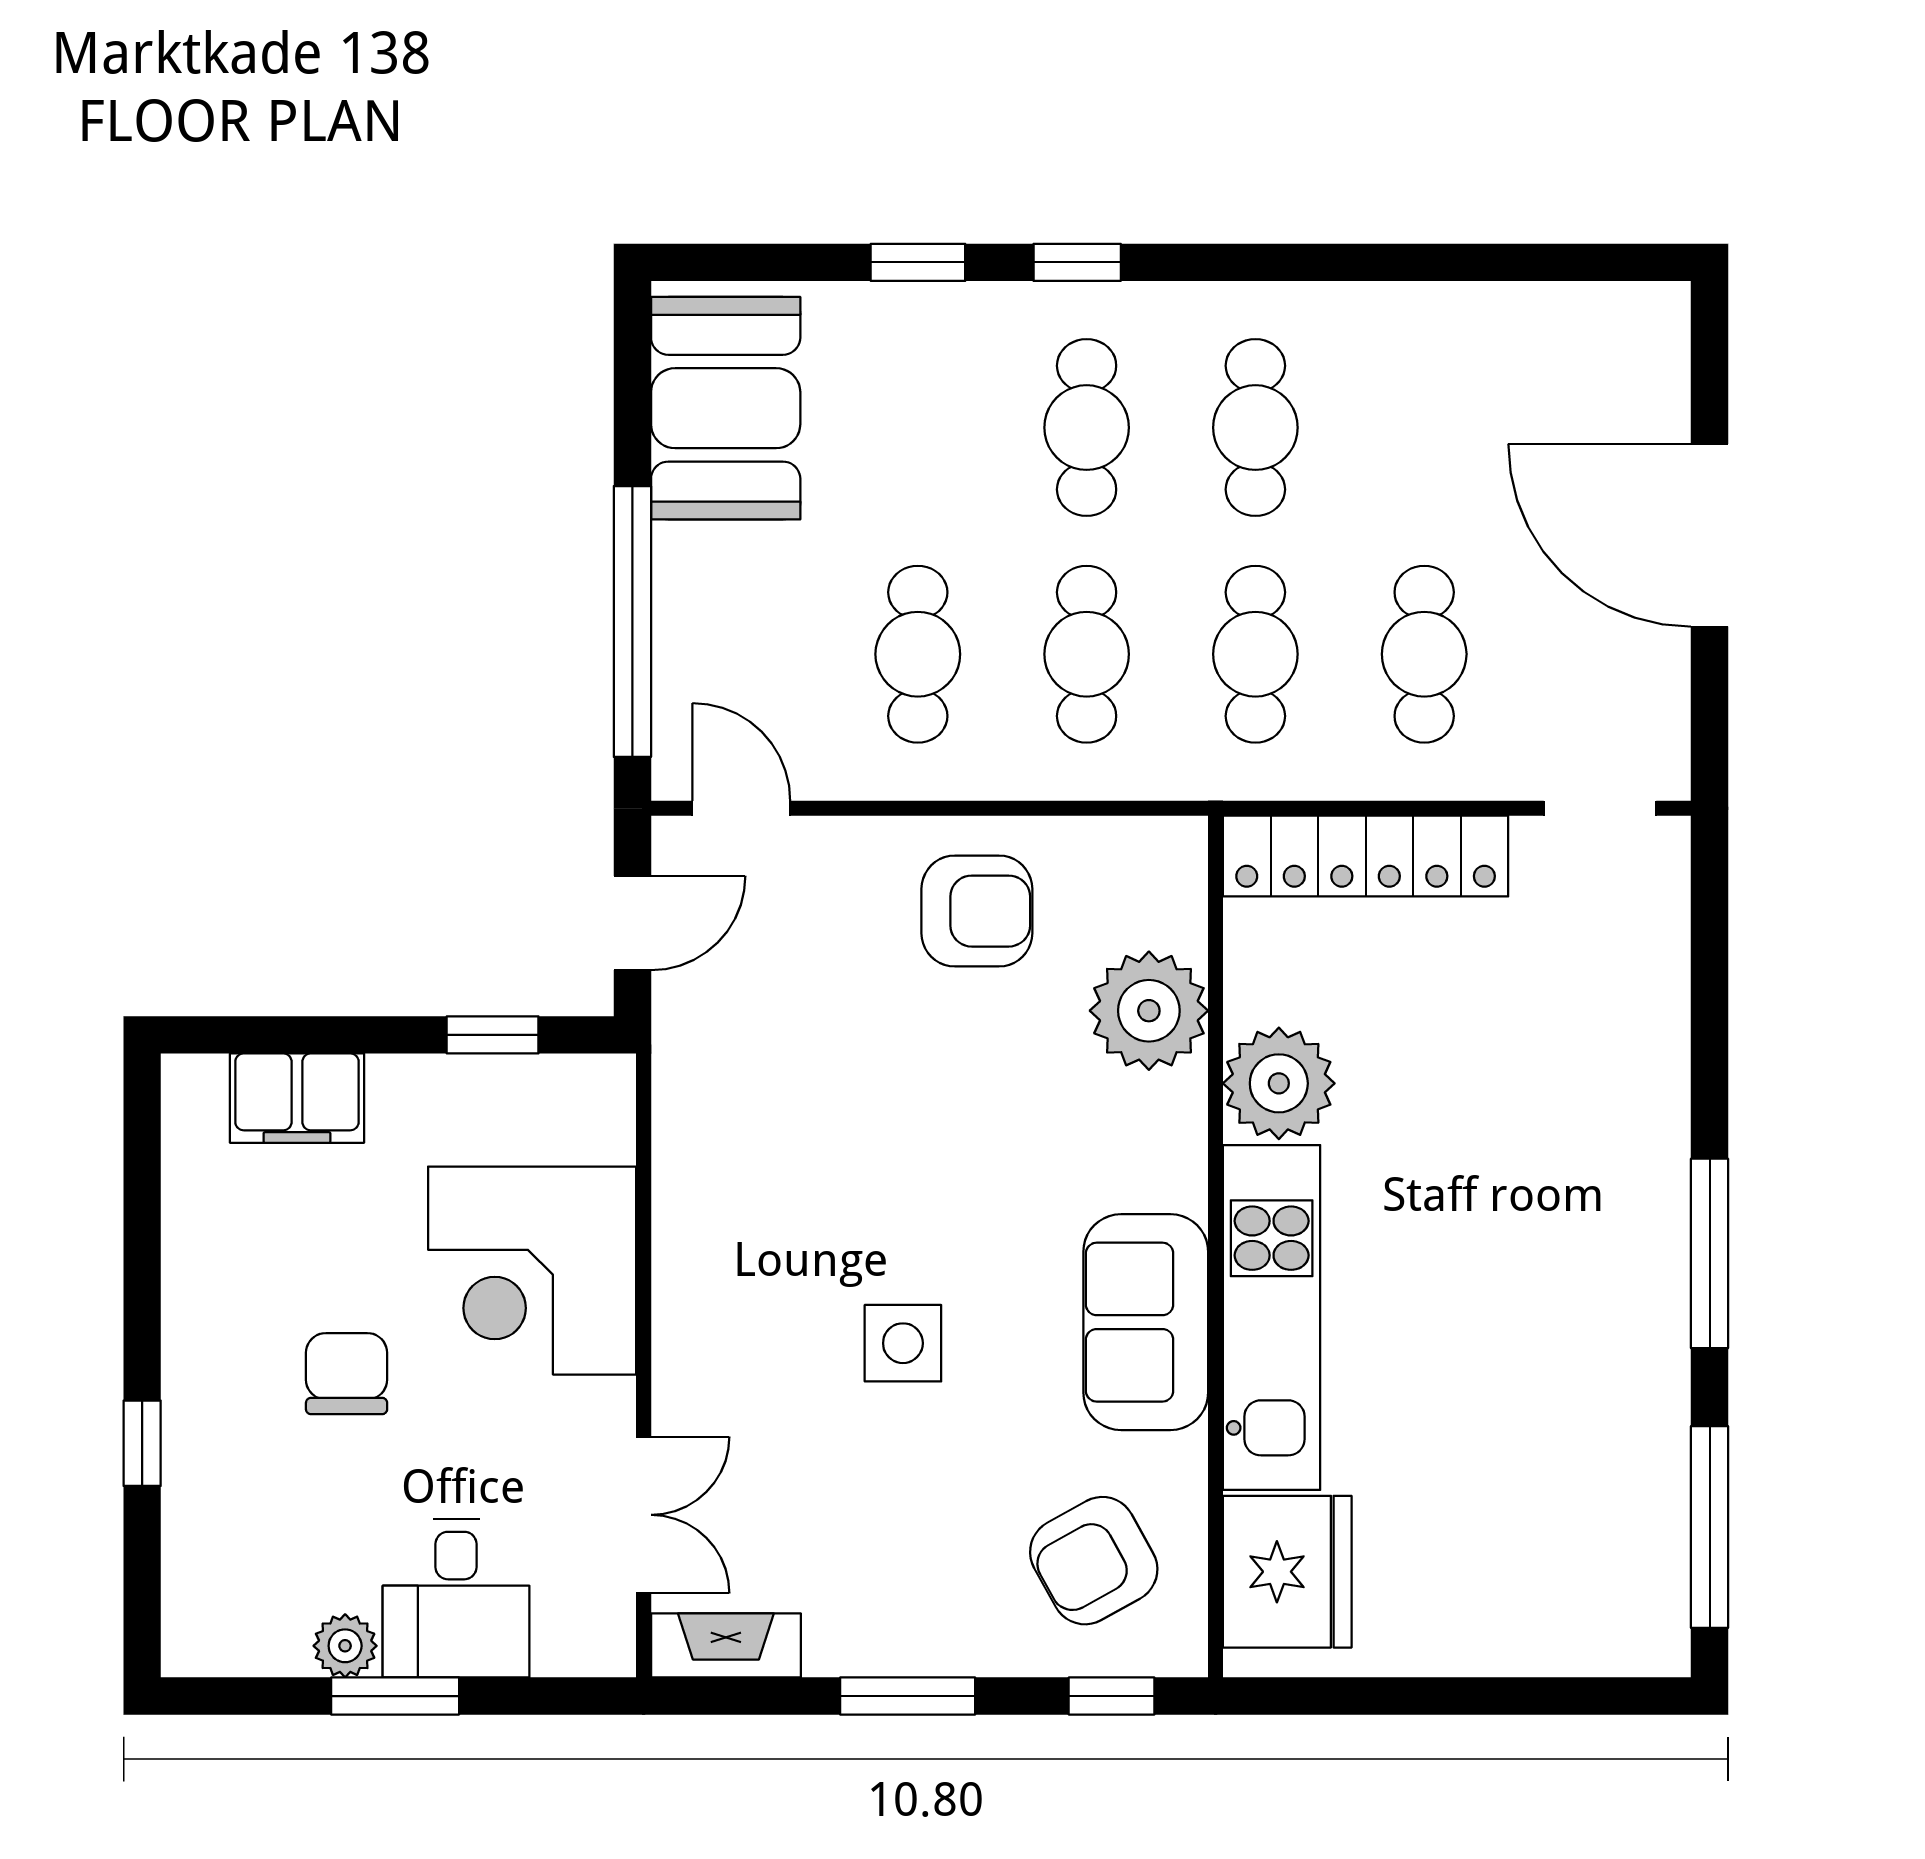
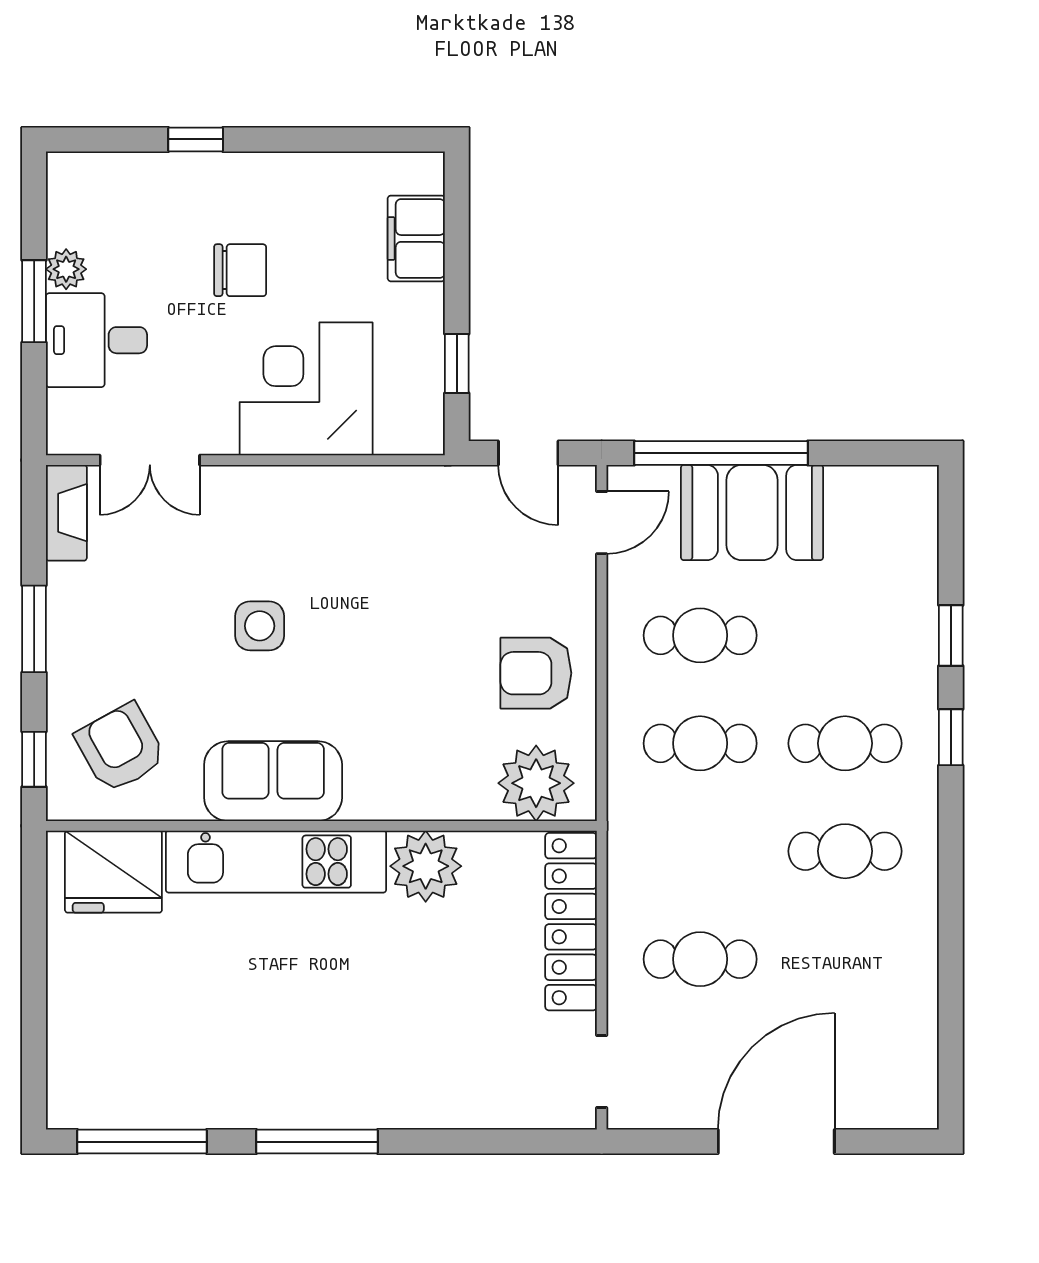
booth: (726, 408) -> (752, 513), moved
cafe table: (1255, 654) -> (700, 851), removed
armchair: (977, 911) -> (536, 673), turned 90
plant: (1149, 1011) -> (536, 783), moved

